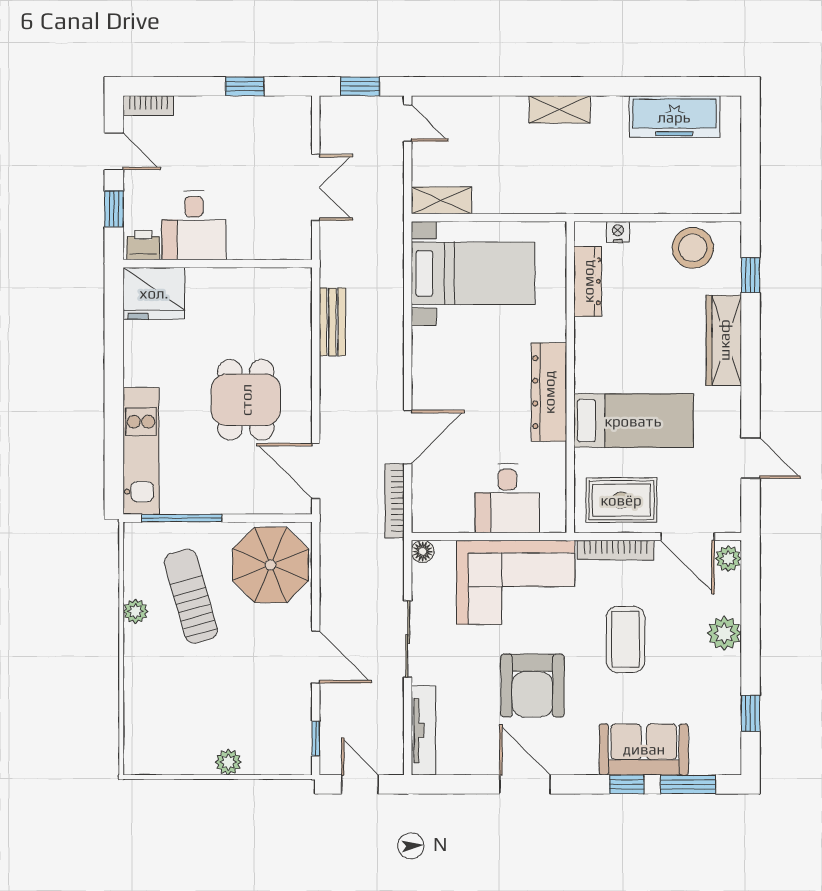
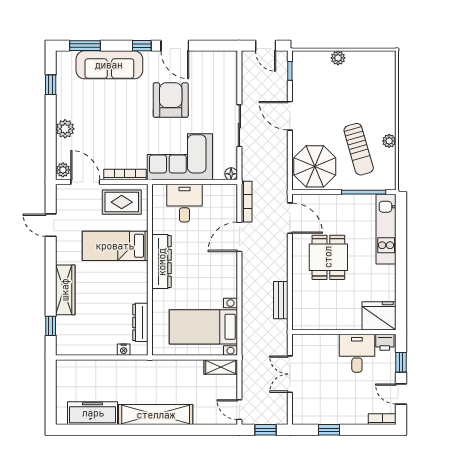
shelving: (560, 109) -> (156, 415), width x2.20, depth x1.33
stool: (693, 248) -> (82, 341), removed
coffee table: (626, 639) -> (119, 125), removed
tv unit: (423, 730) -> (231, 75), removed
sofa: (644, 749) -> (109, 65), width x1.36
window: (627, 784) -> (142, 46), moved

